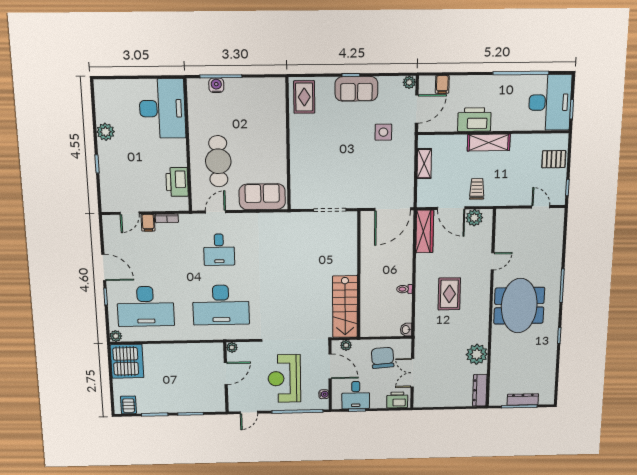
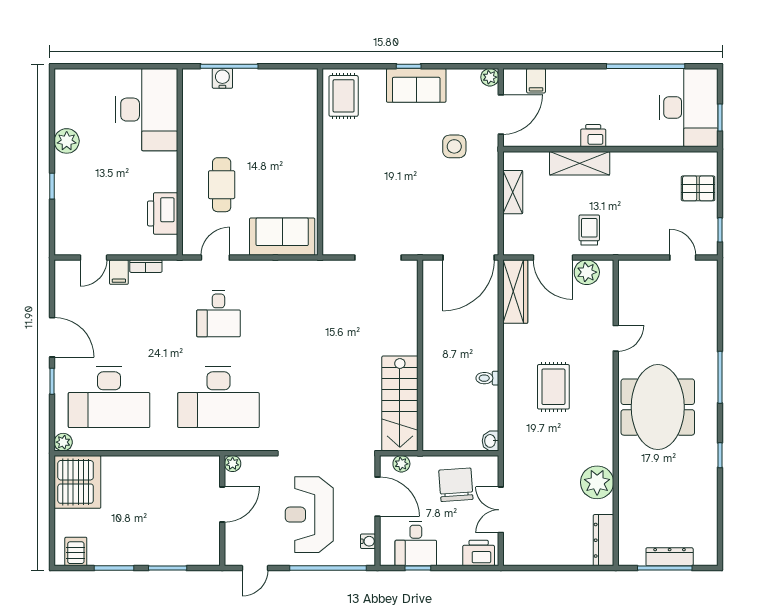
printer: (474, 120) -> (593, 136), width x0.53, depth x0.68
shelving: (489, 143) -> (580, 163), moved
cafe table: (218, 161) -> (222, 185), width x0.73, depth x0.74

